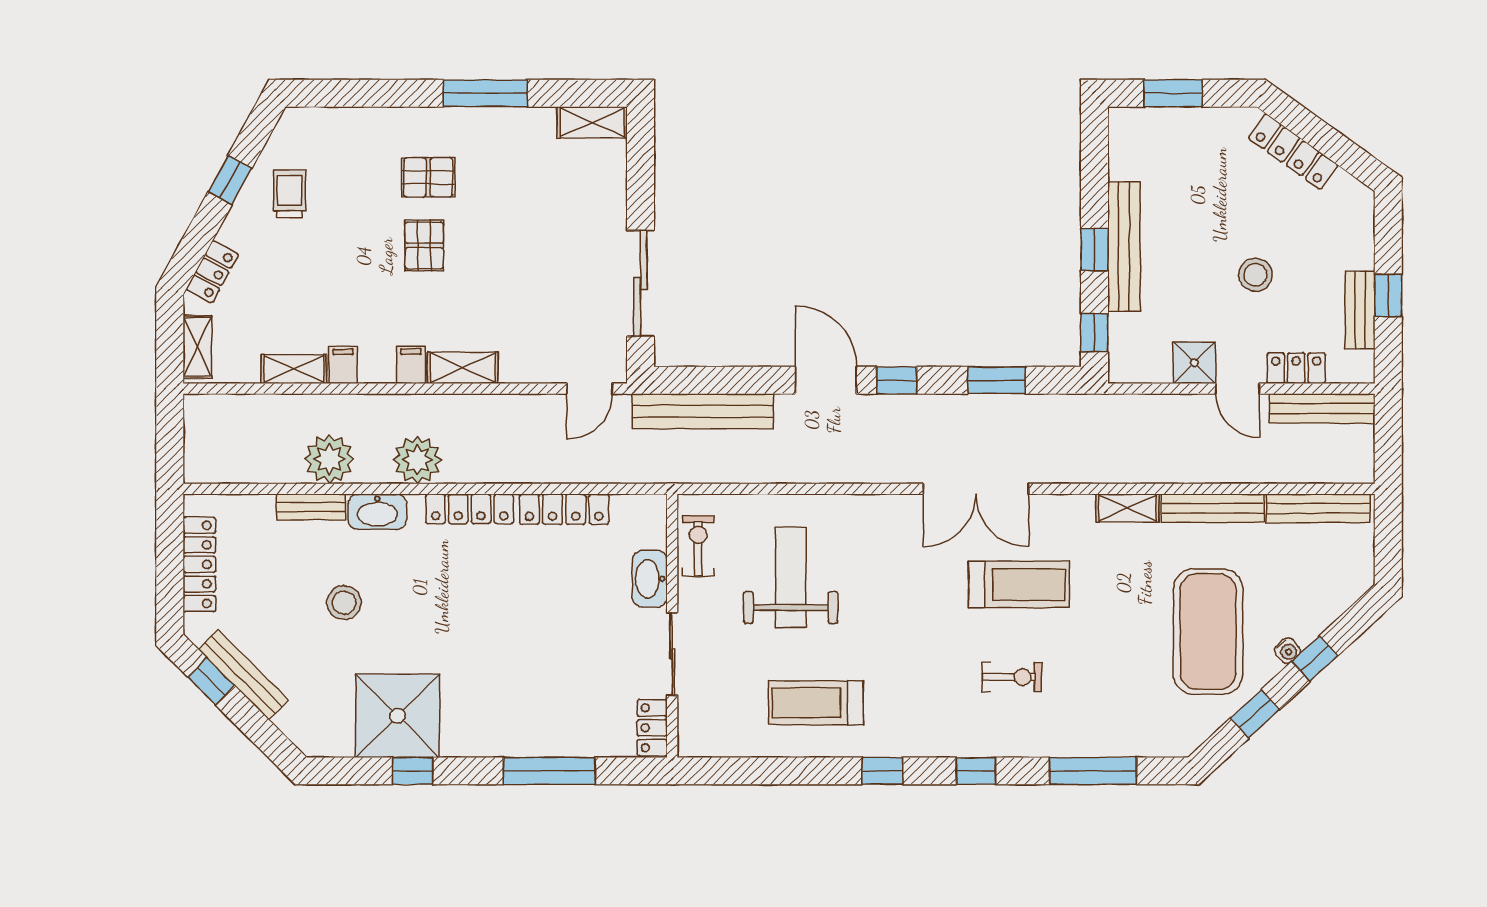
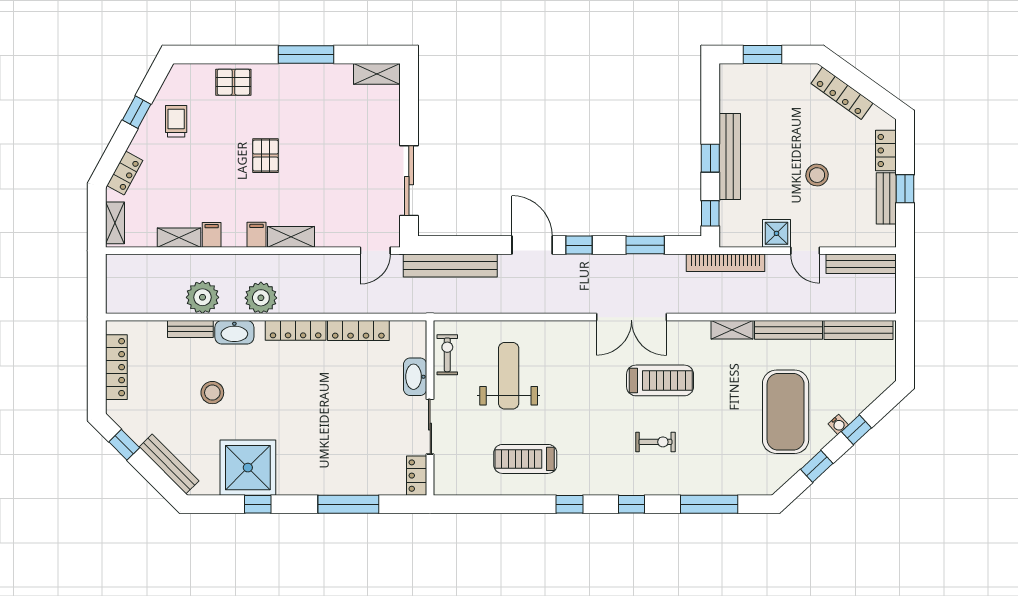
pallet: (428, 177) -> (233, 82), moved
locker: (1296, 368) -> (886, 150), moved, turned -90
bookcase: (1118, 407) -> (726, 263), added
bench: (243, 675) -> (169, 464), moved

